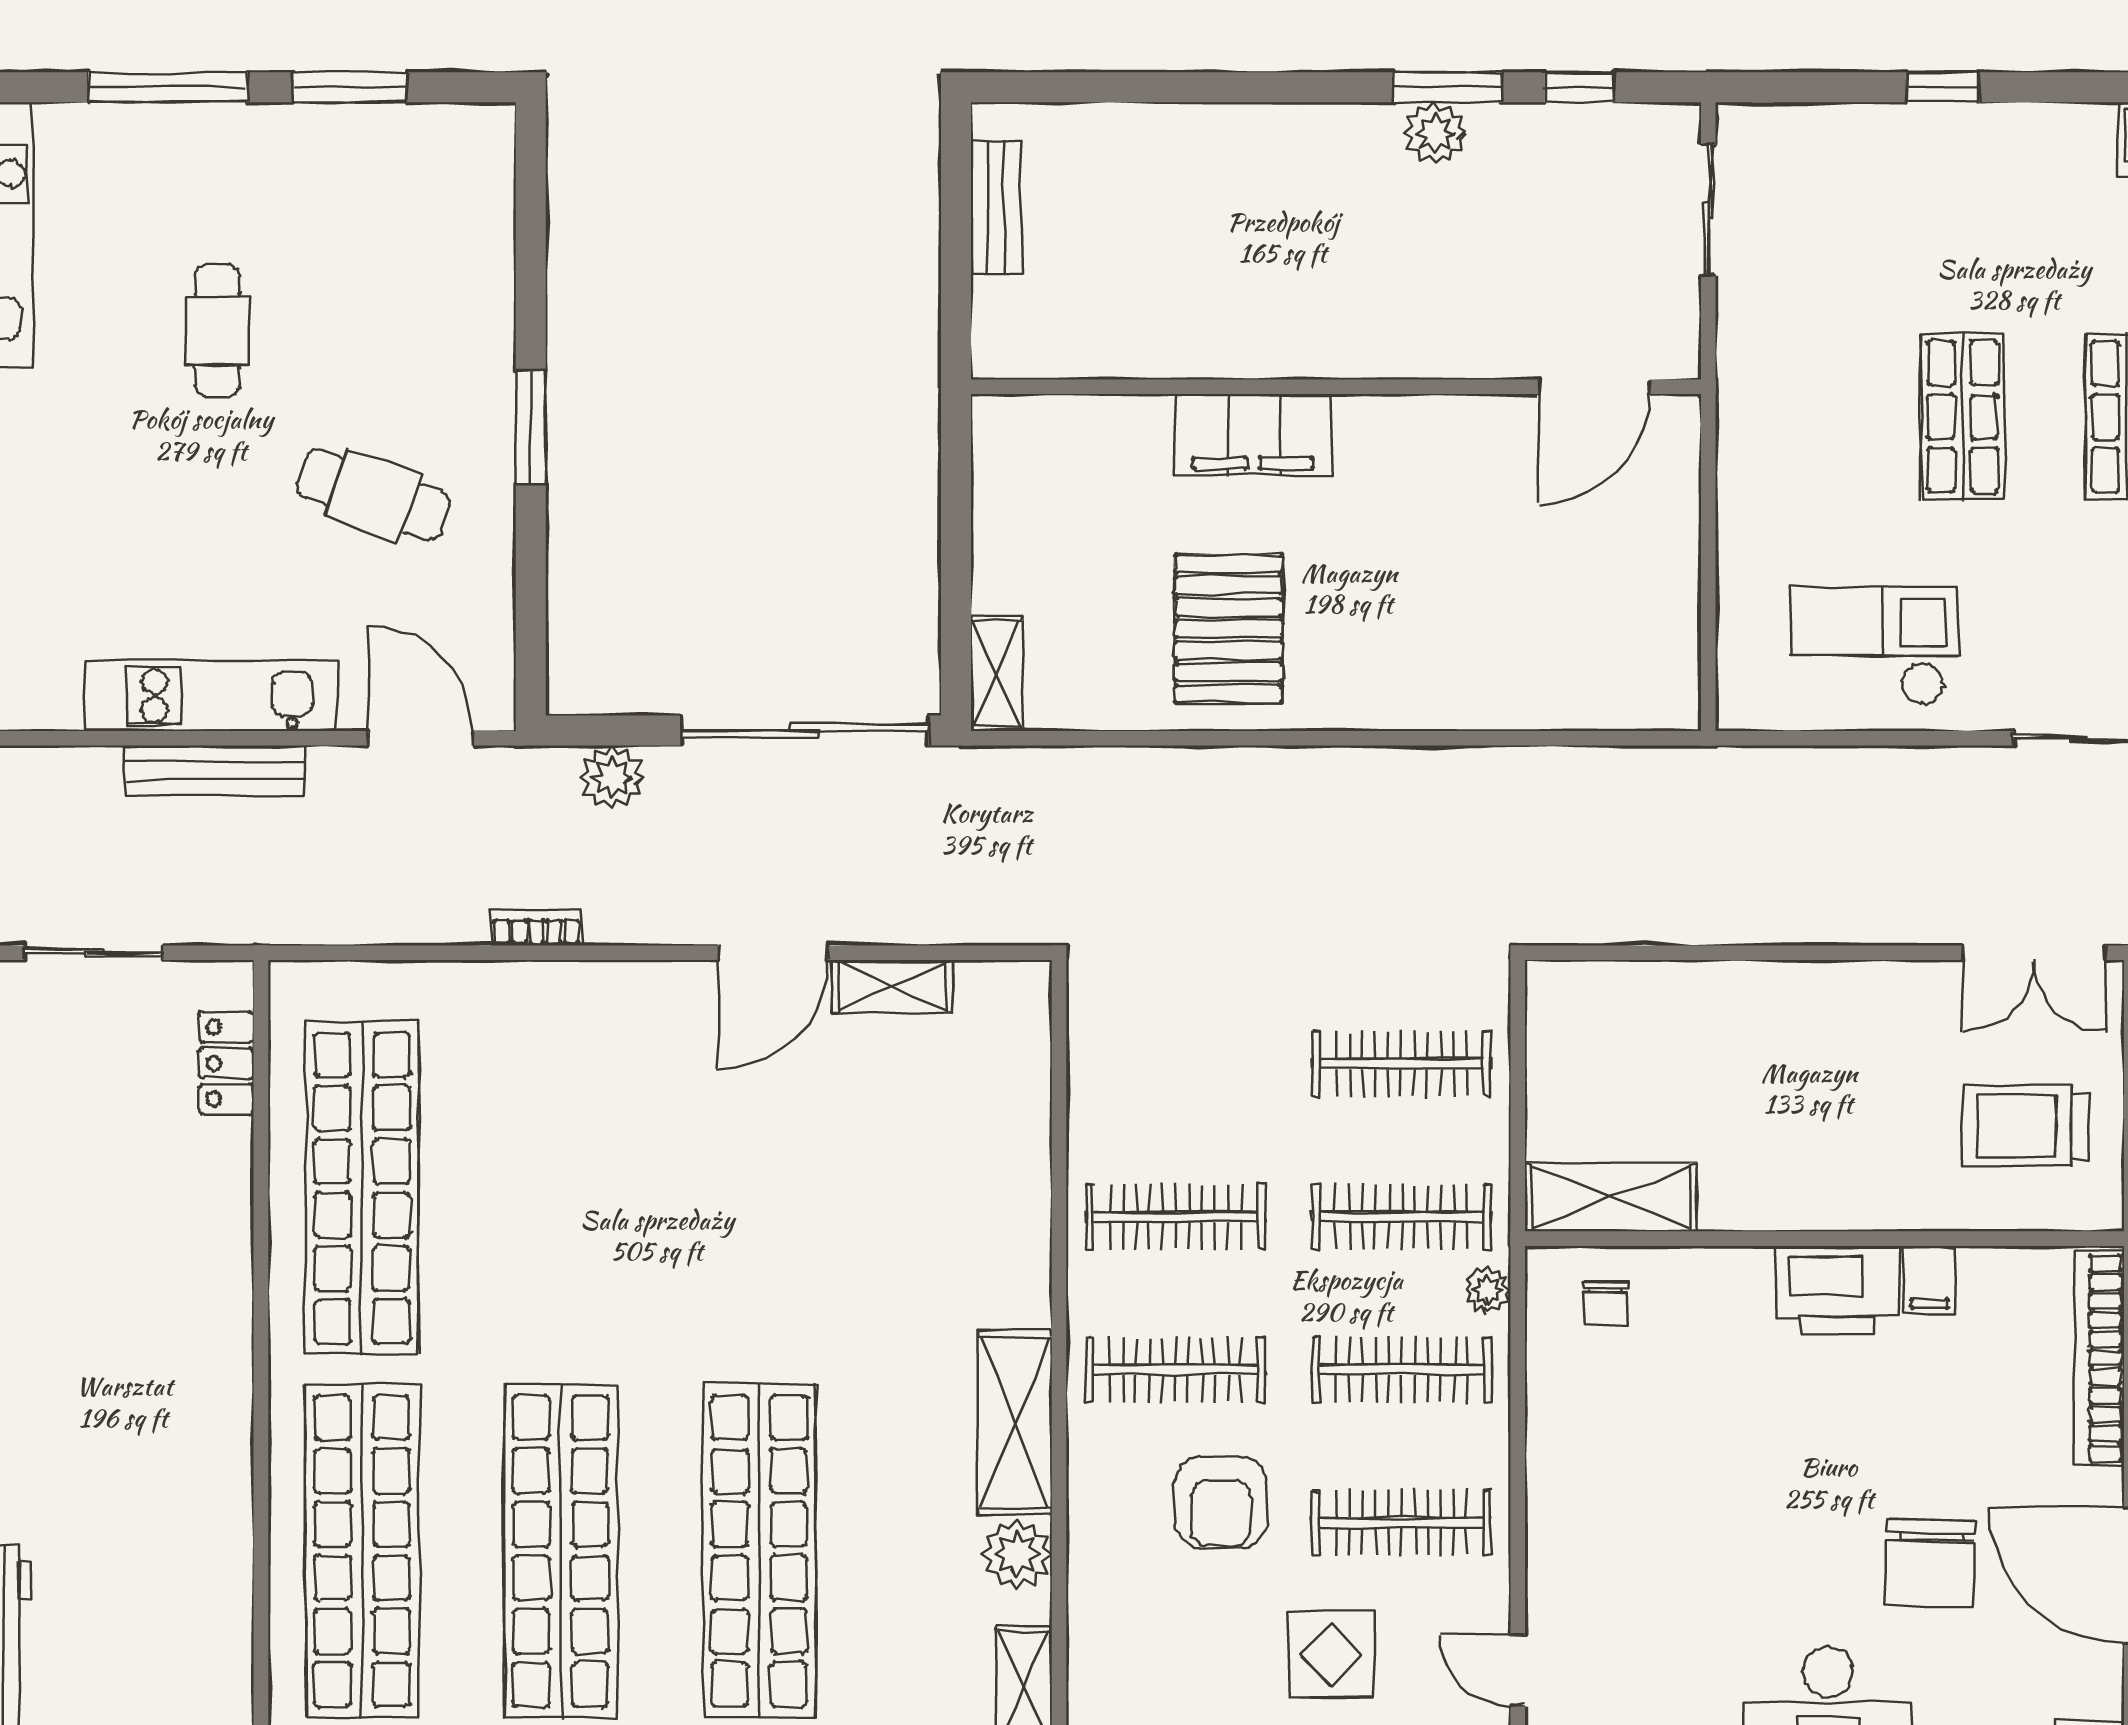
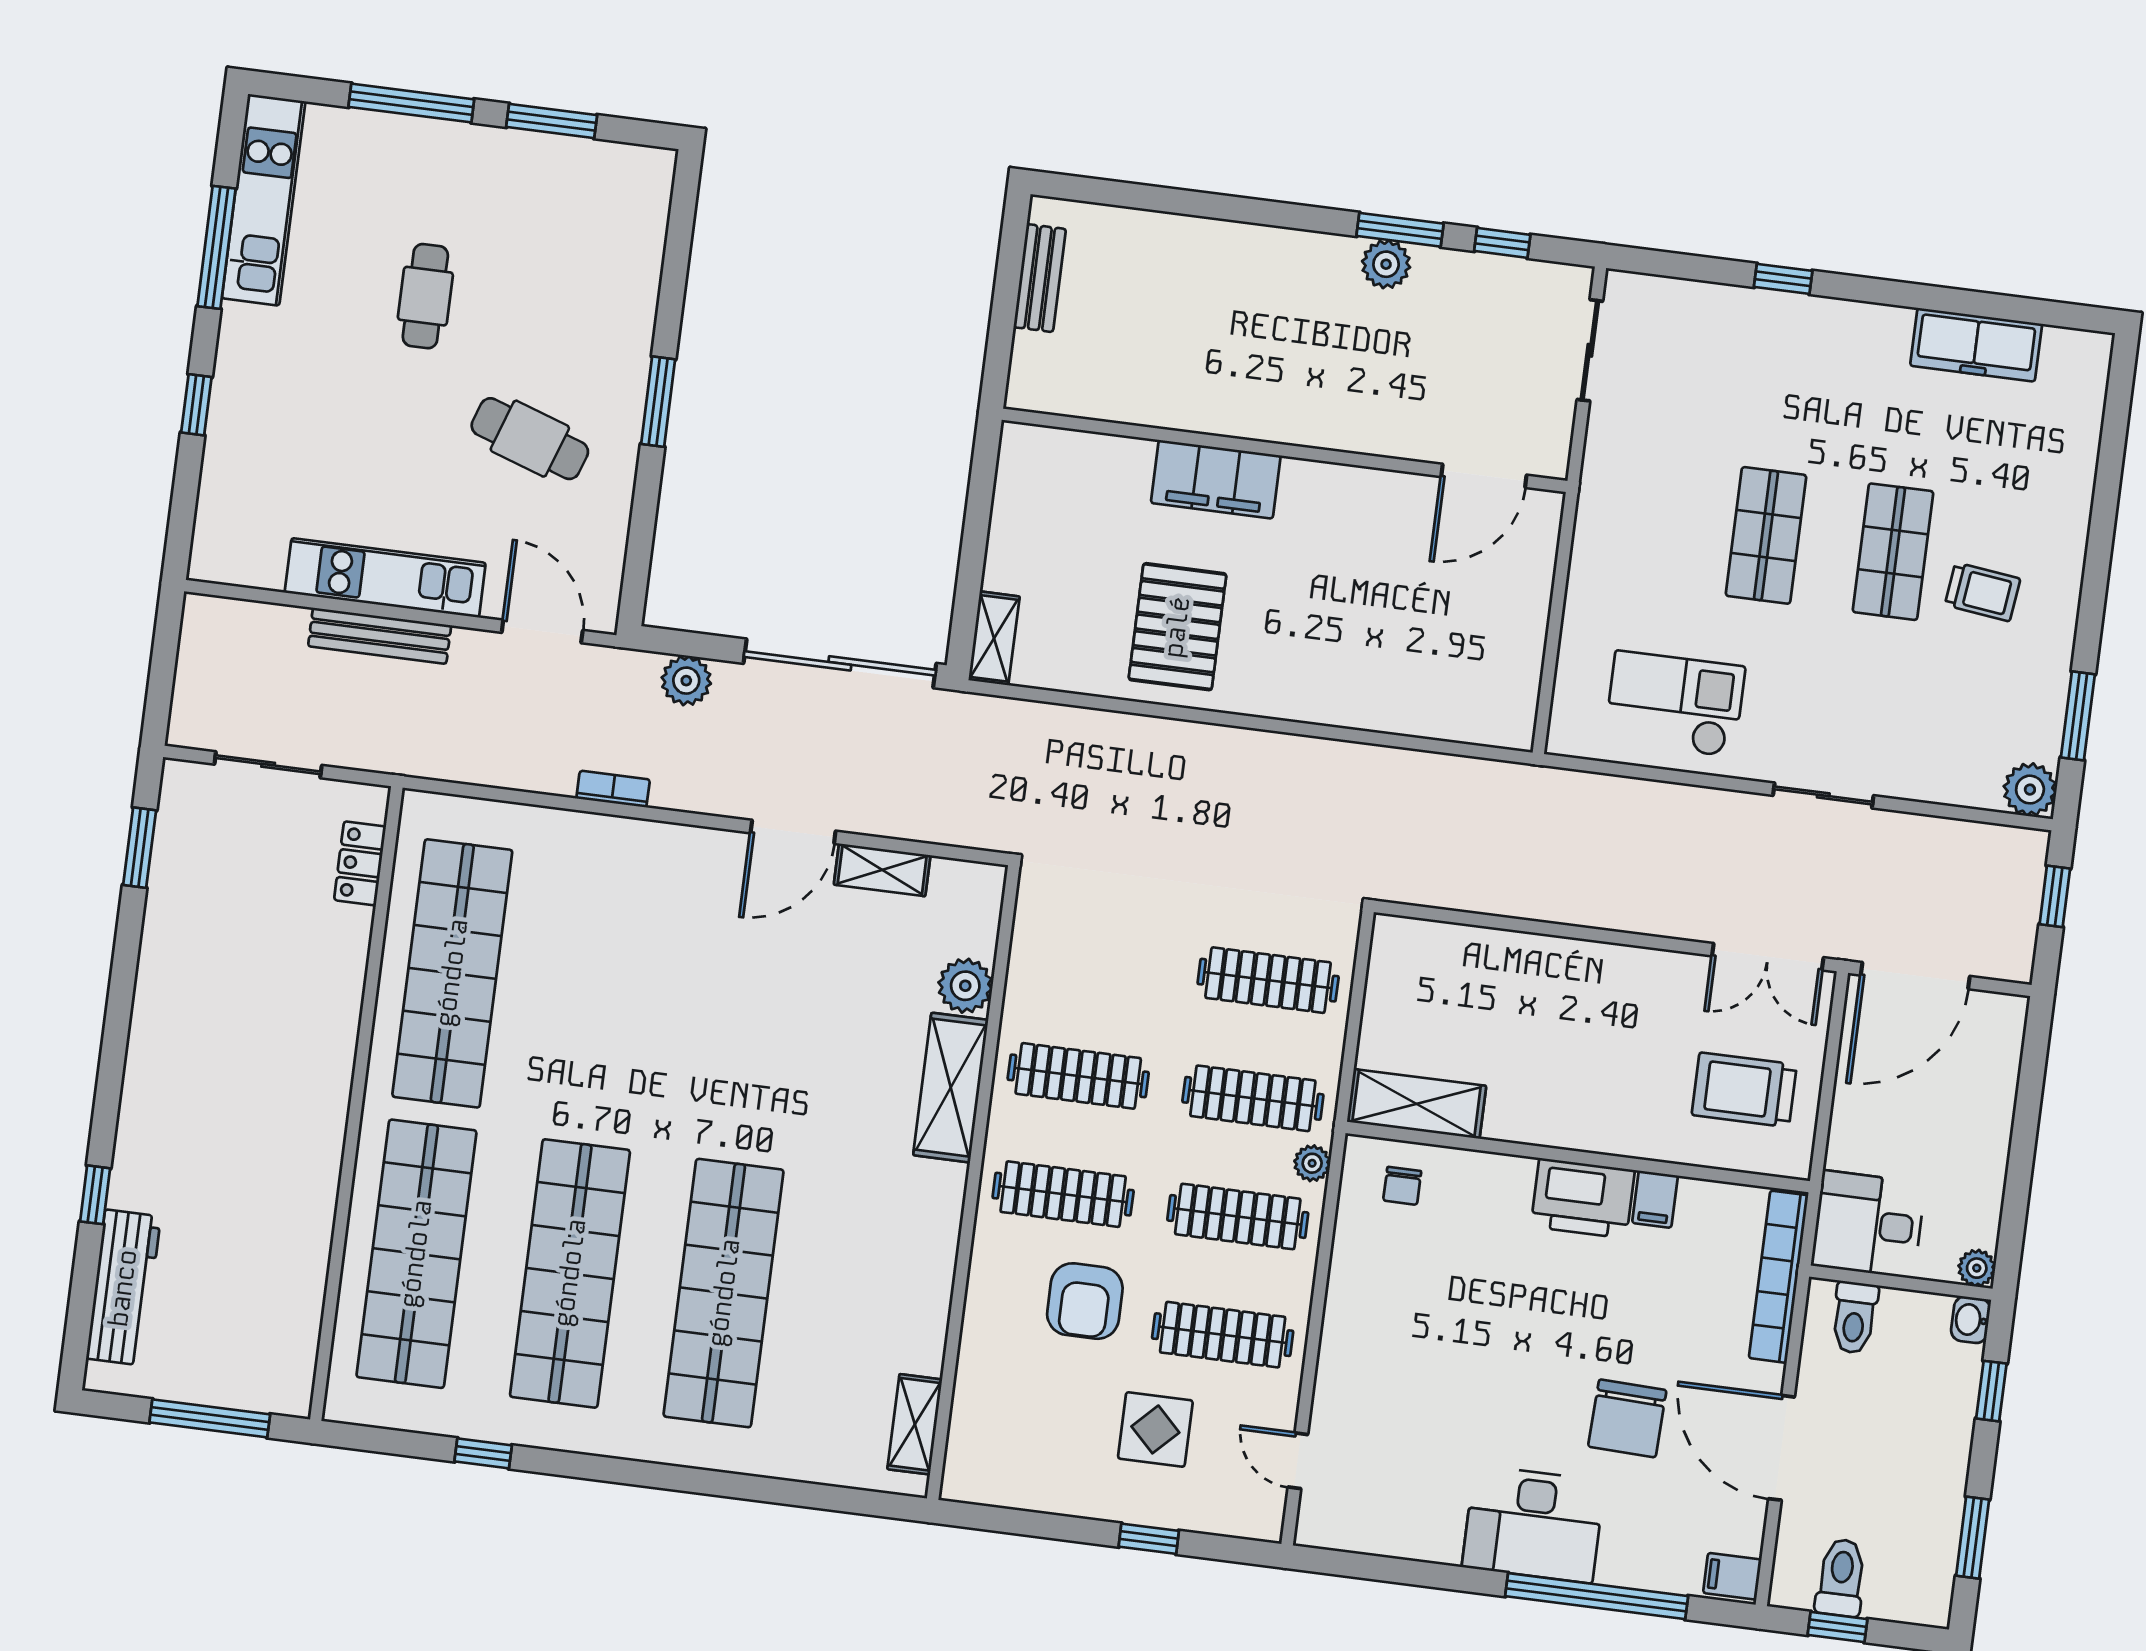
shelving: (1015, 1422) -> (951, 1088), moved
plant: (1017, 1554) -> (965, 986), moved

